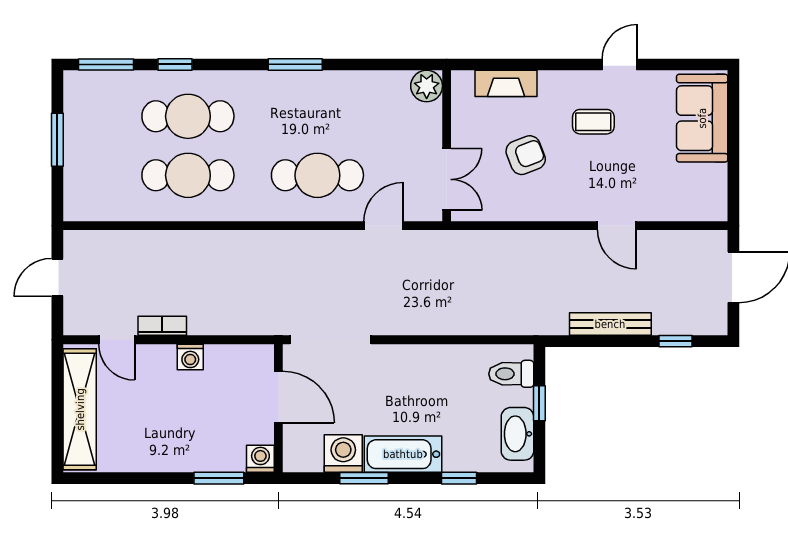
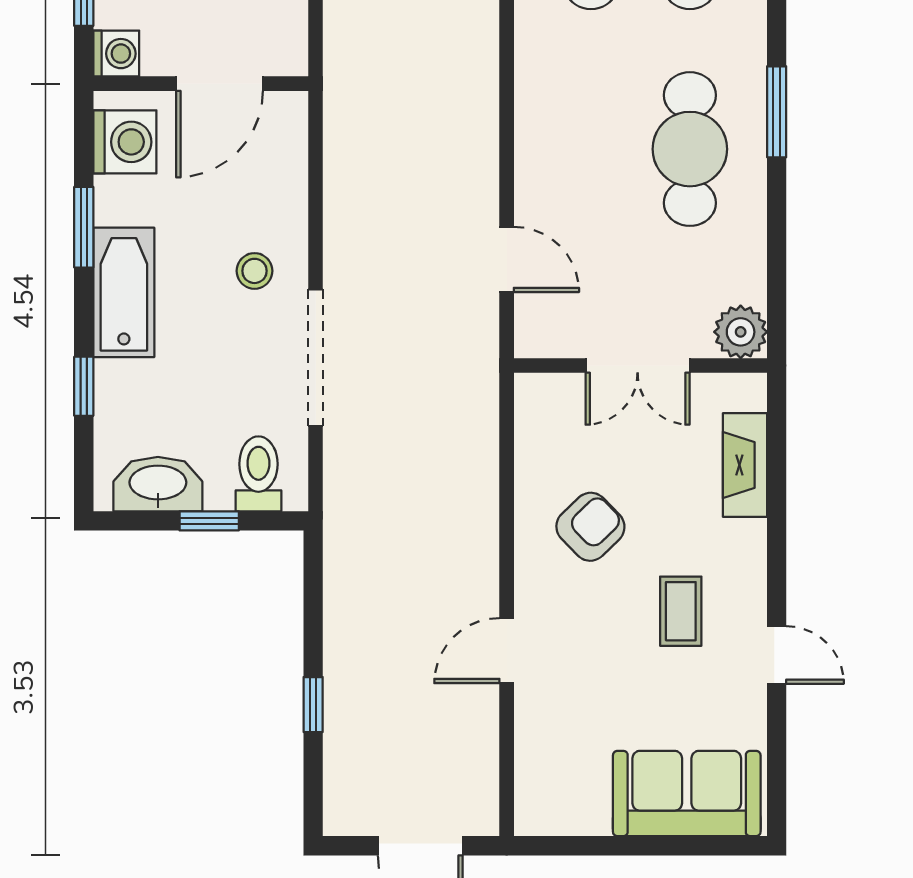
armchair: (526, 155) -> (590, 527), moved, turned -113
cafe table: (317, 175) -> (690, 149), moved
double door: (447, 179) -> (638, 366), moved
bench: (610, 324) -> (342, 640), removed
doorway: (331, 340) -> (316, 357), moved
window: (675, 341) -> (313, 705), moved
stool: (390, 376) -> (254, 271), added
washing machine: (343, 454) -> (125, 142), moved

